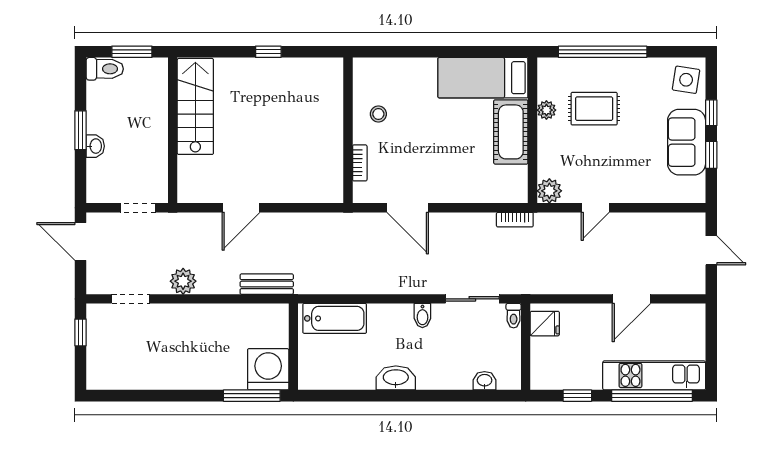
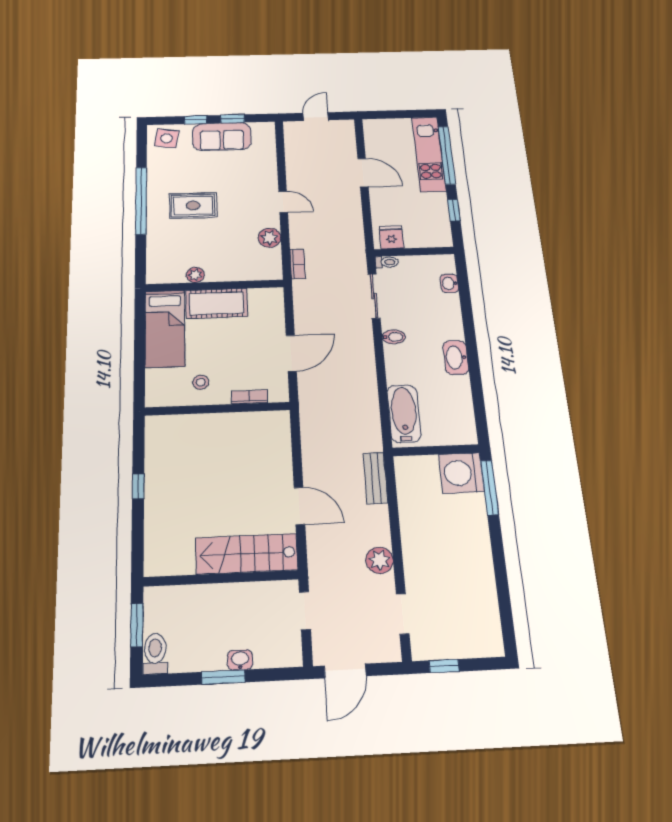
bed: (483, 78) -> (165, 329), moved
stairs: (195, 106) -> (247, 554), moved
rug: (594, 109) -> (193, 205), turned 90
plant: (546, 110) -> (195, 275), moved
wall: (532, 130) -> (215, 286), moved
cot: (511, 132) -> (217, 303), moved

